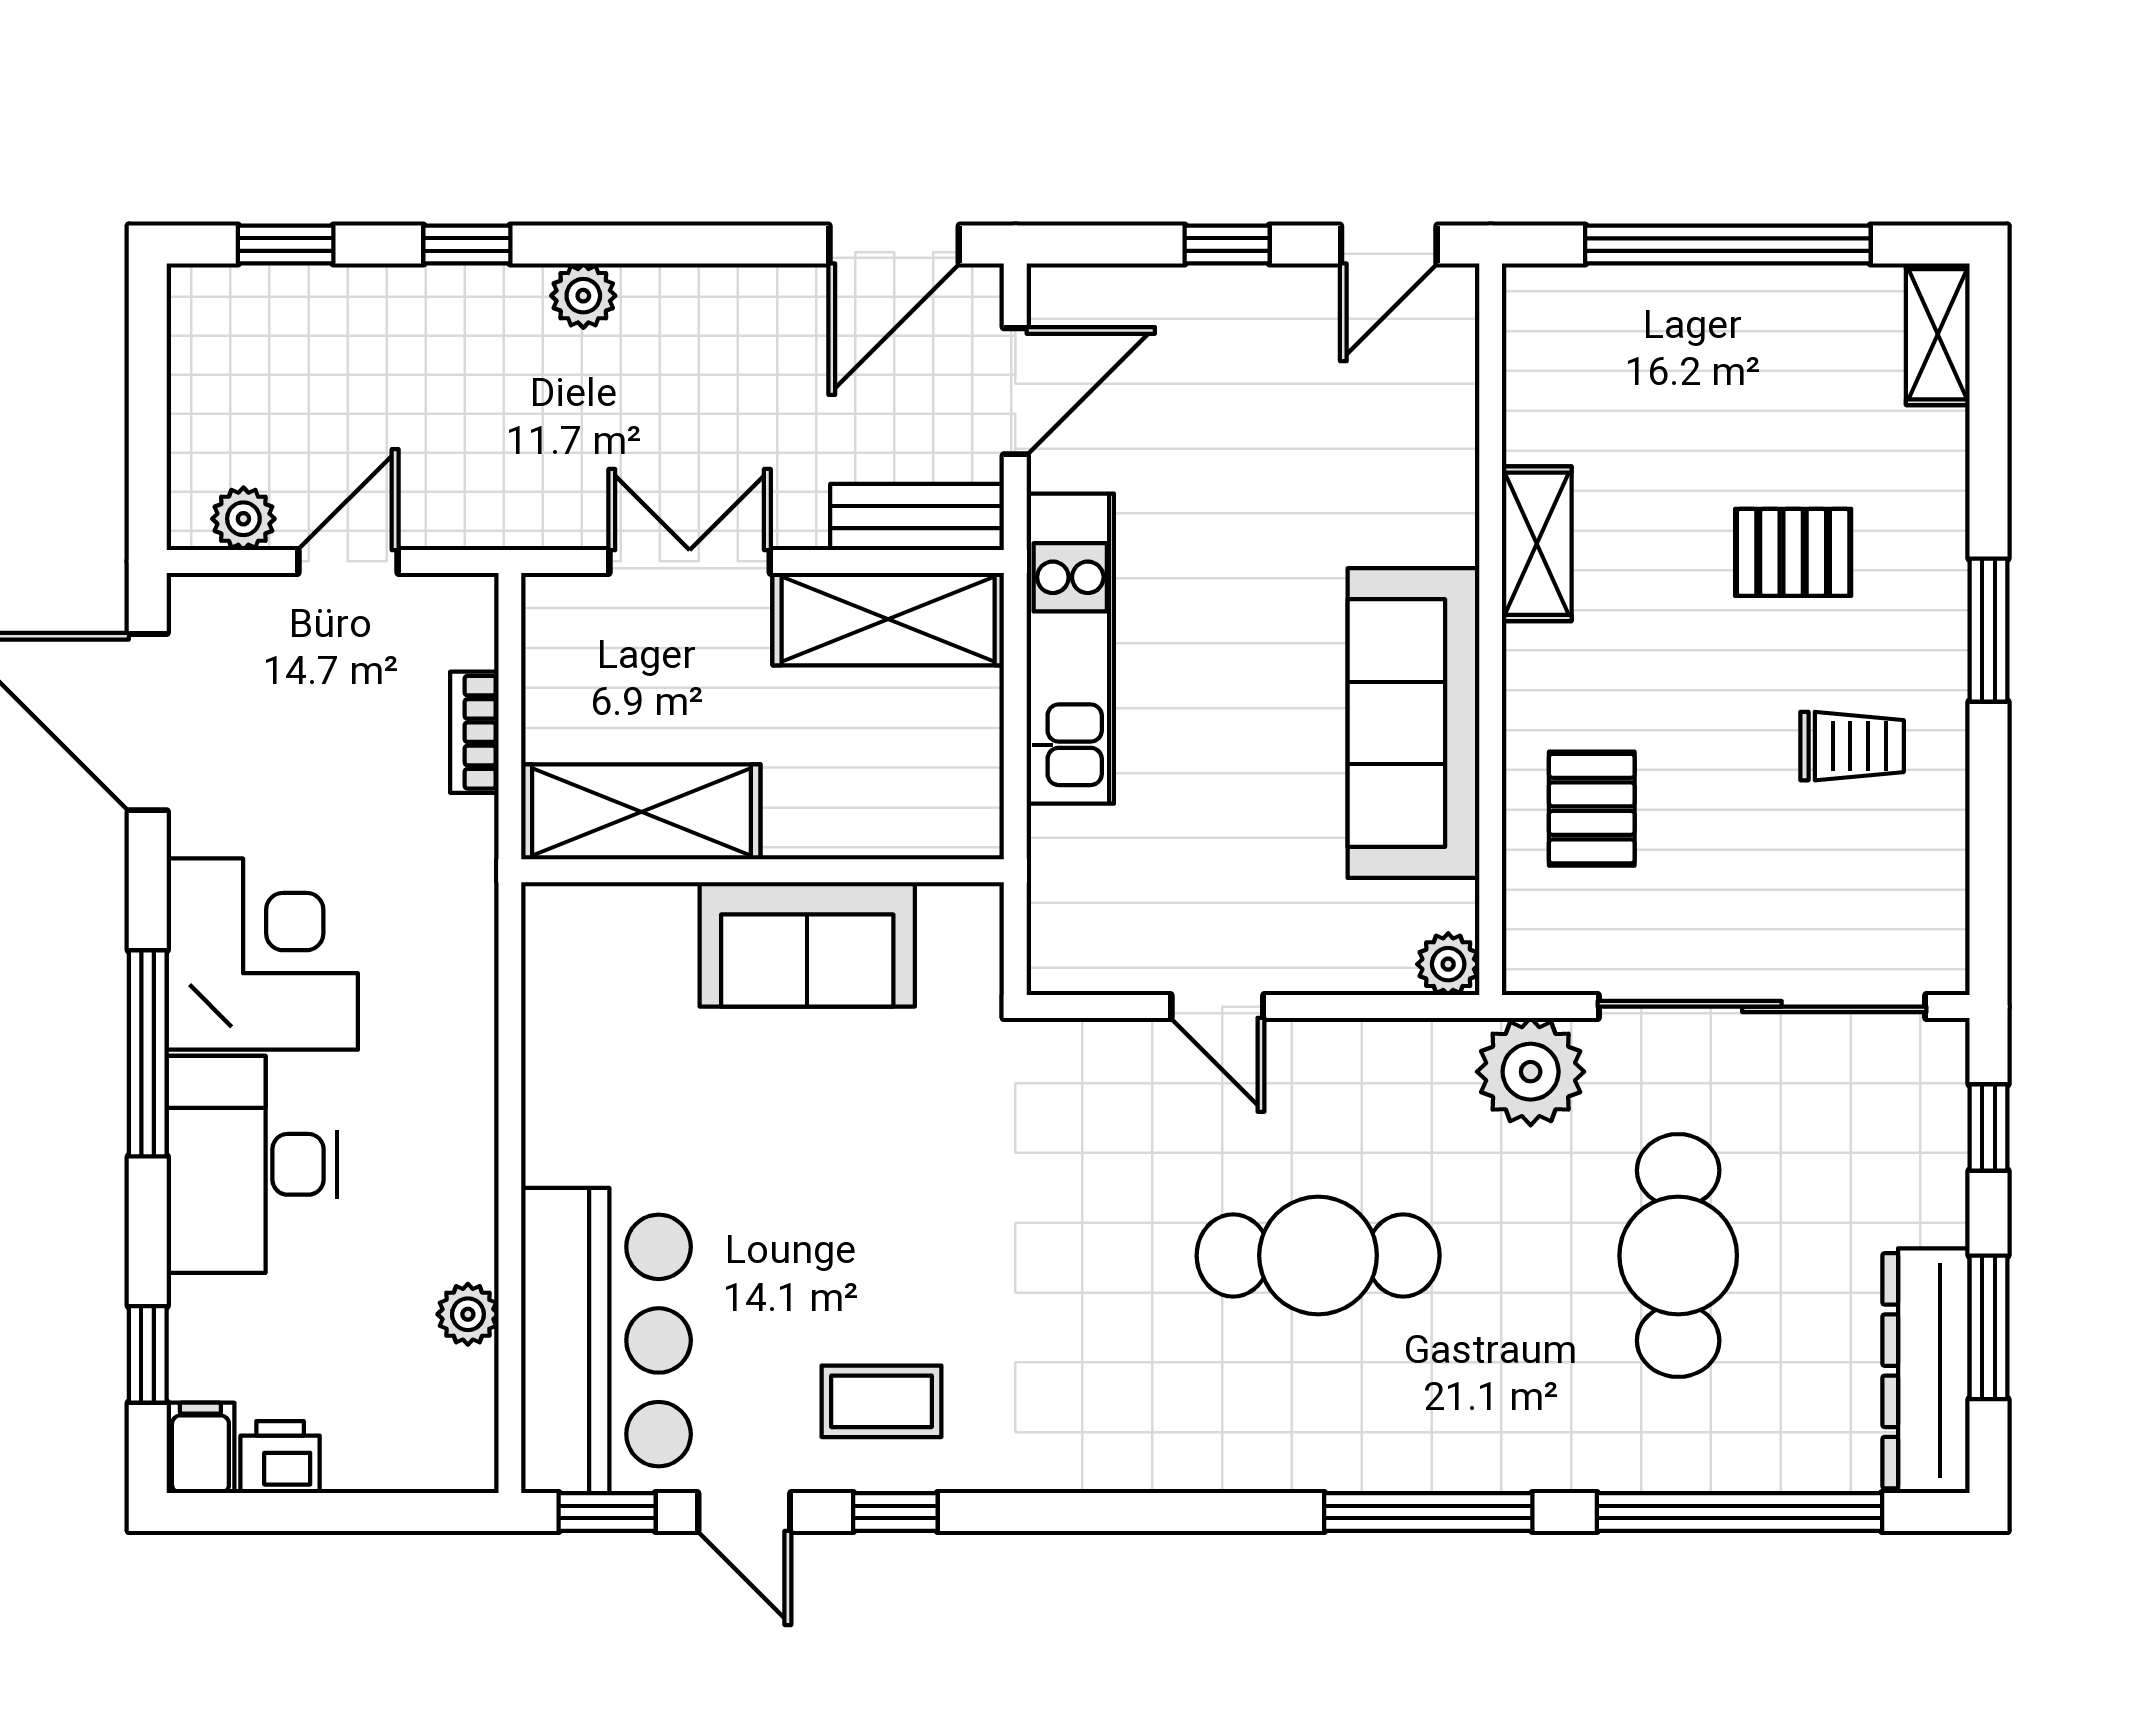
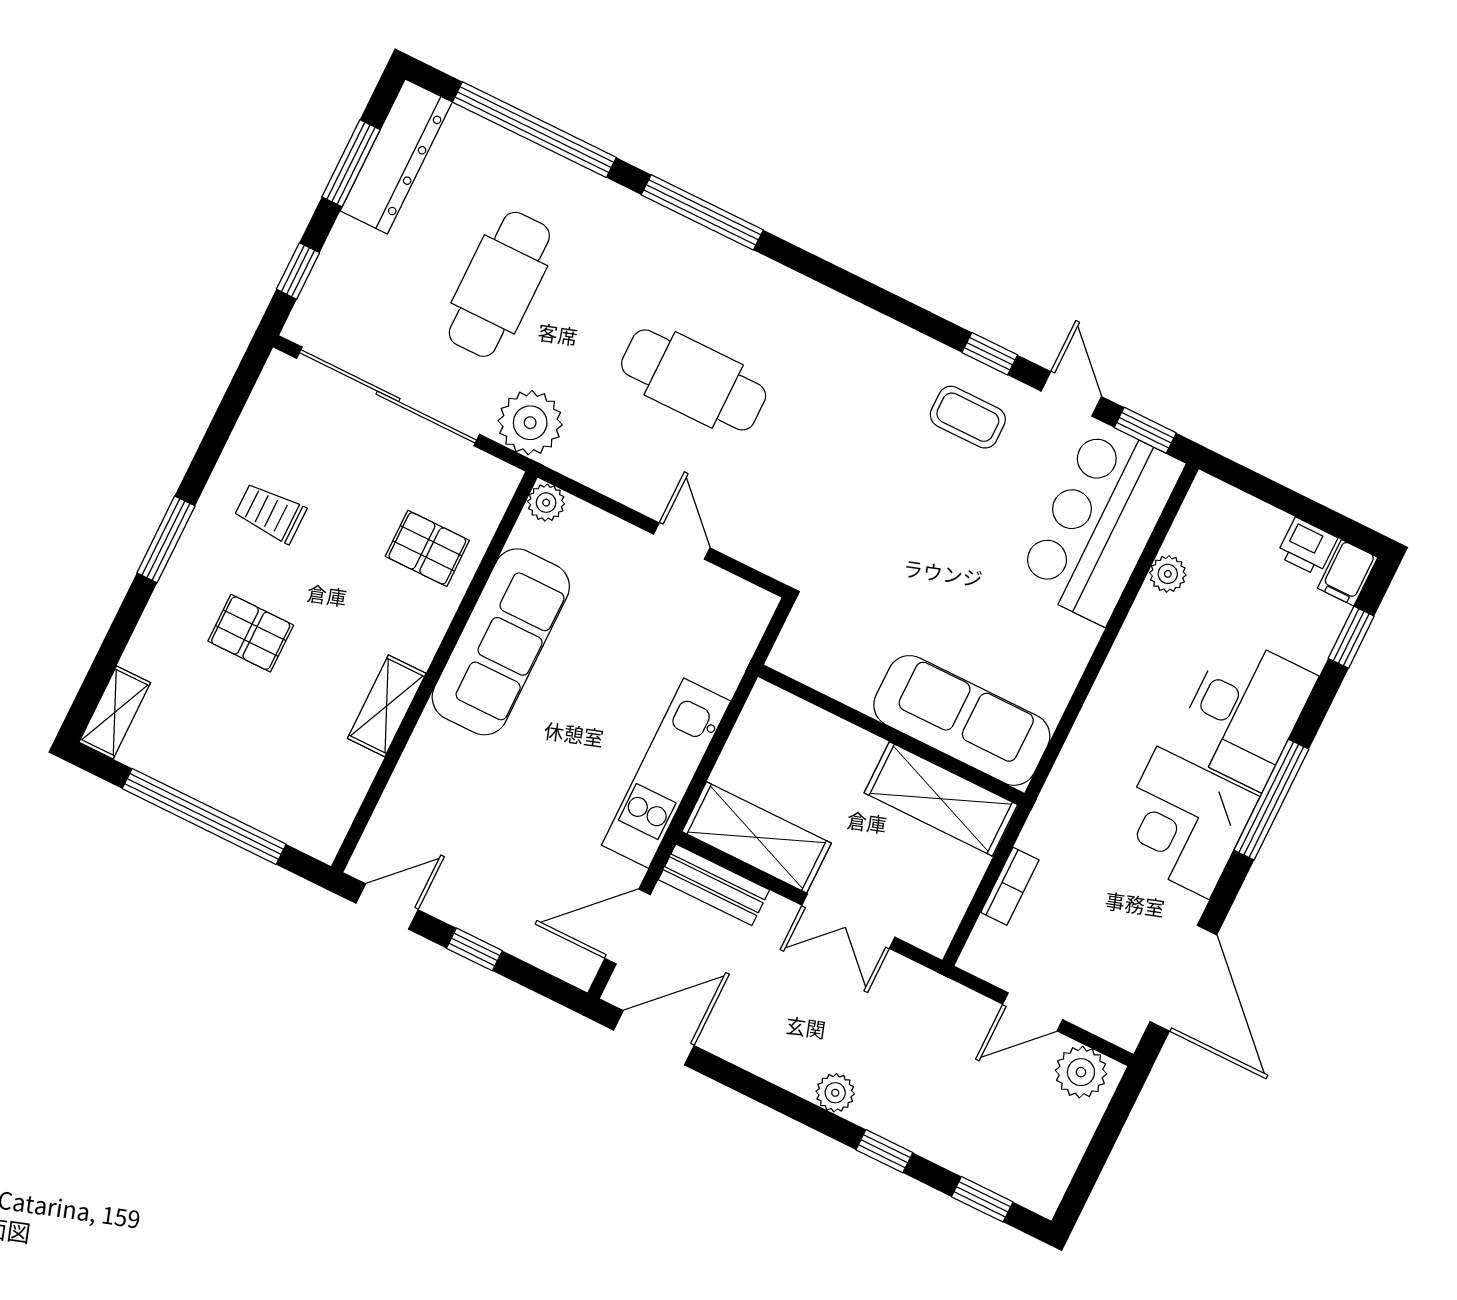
plant: (243, 519) -> (1081, 1072), width x1.38, depth x1.38
pallet: (1592, 809) -> (427, 548), turned 90
sofa: (807, 944) -> (962, 720), moved, width x1.36

